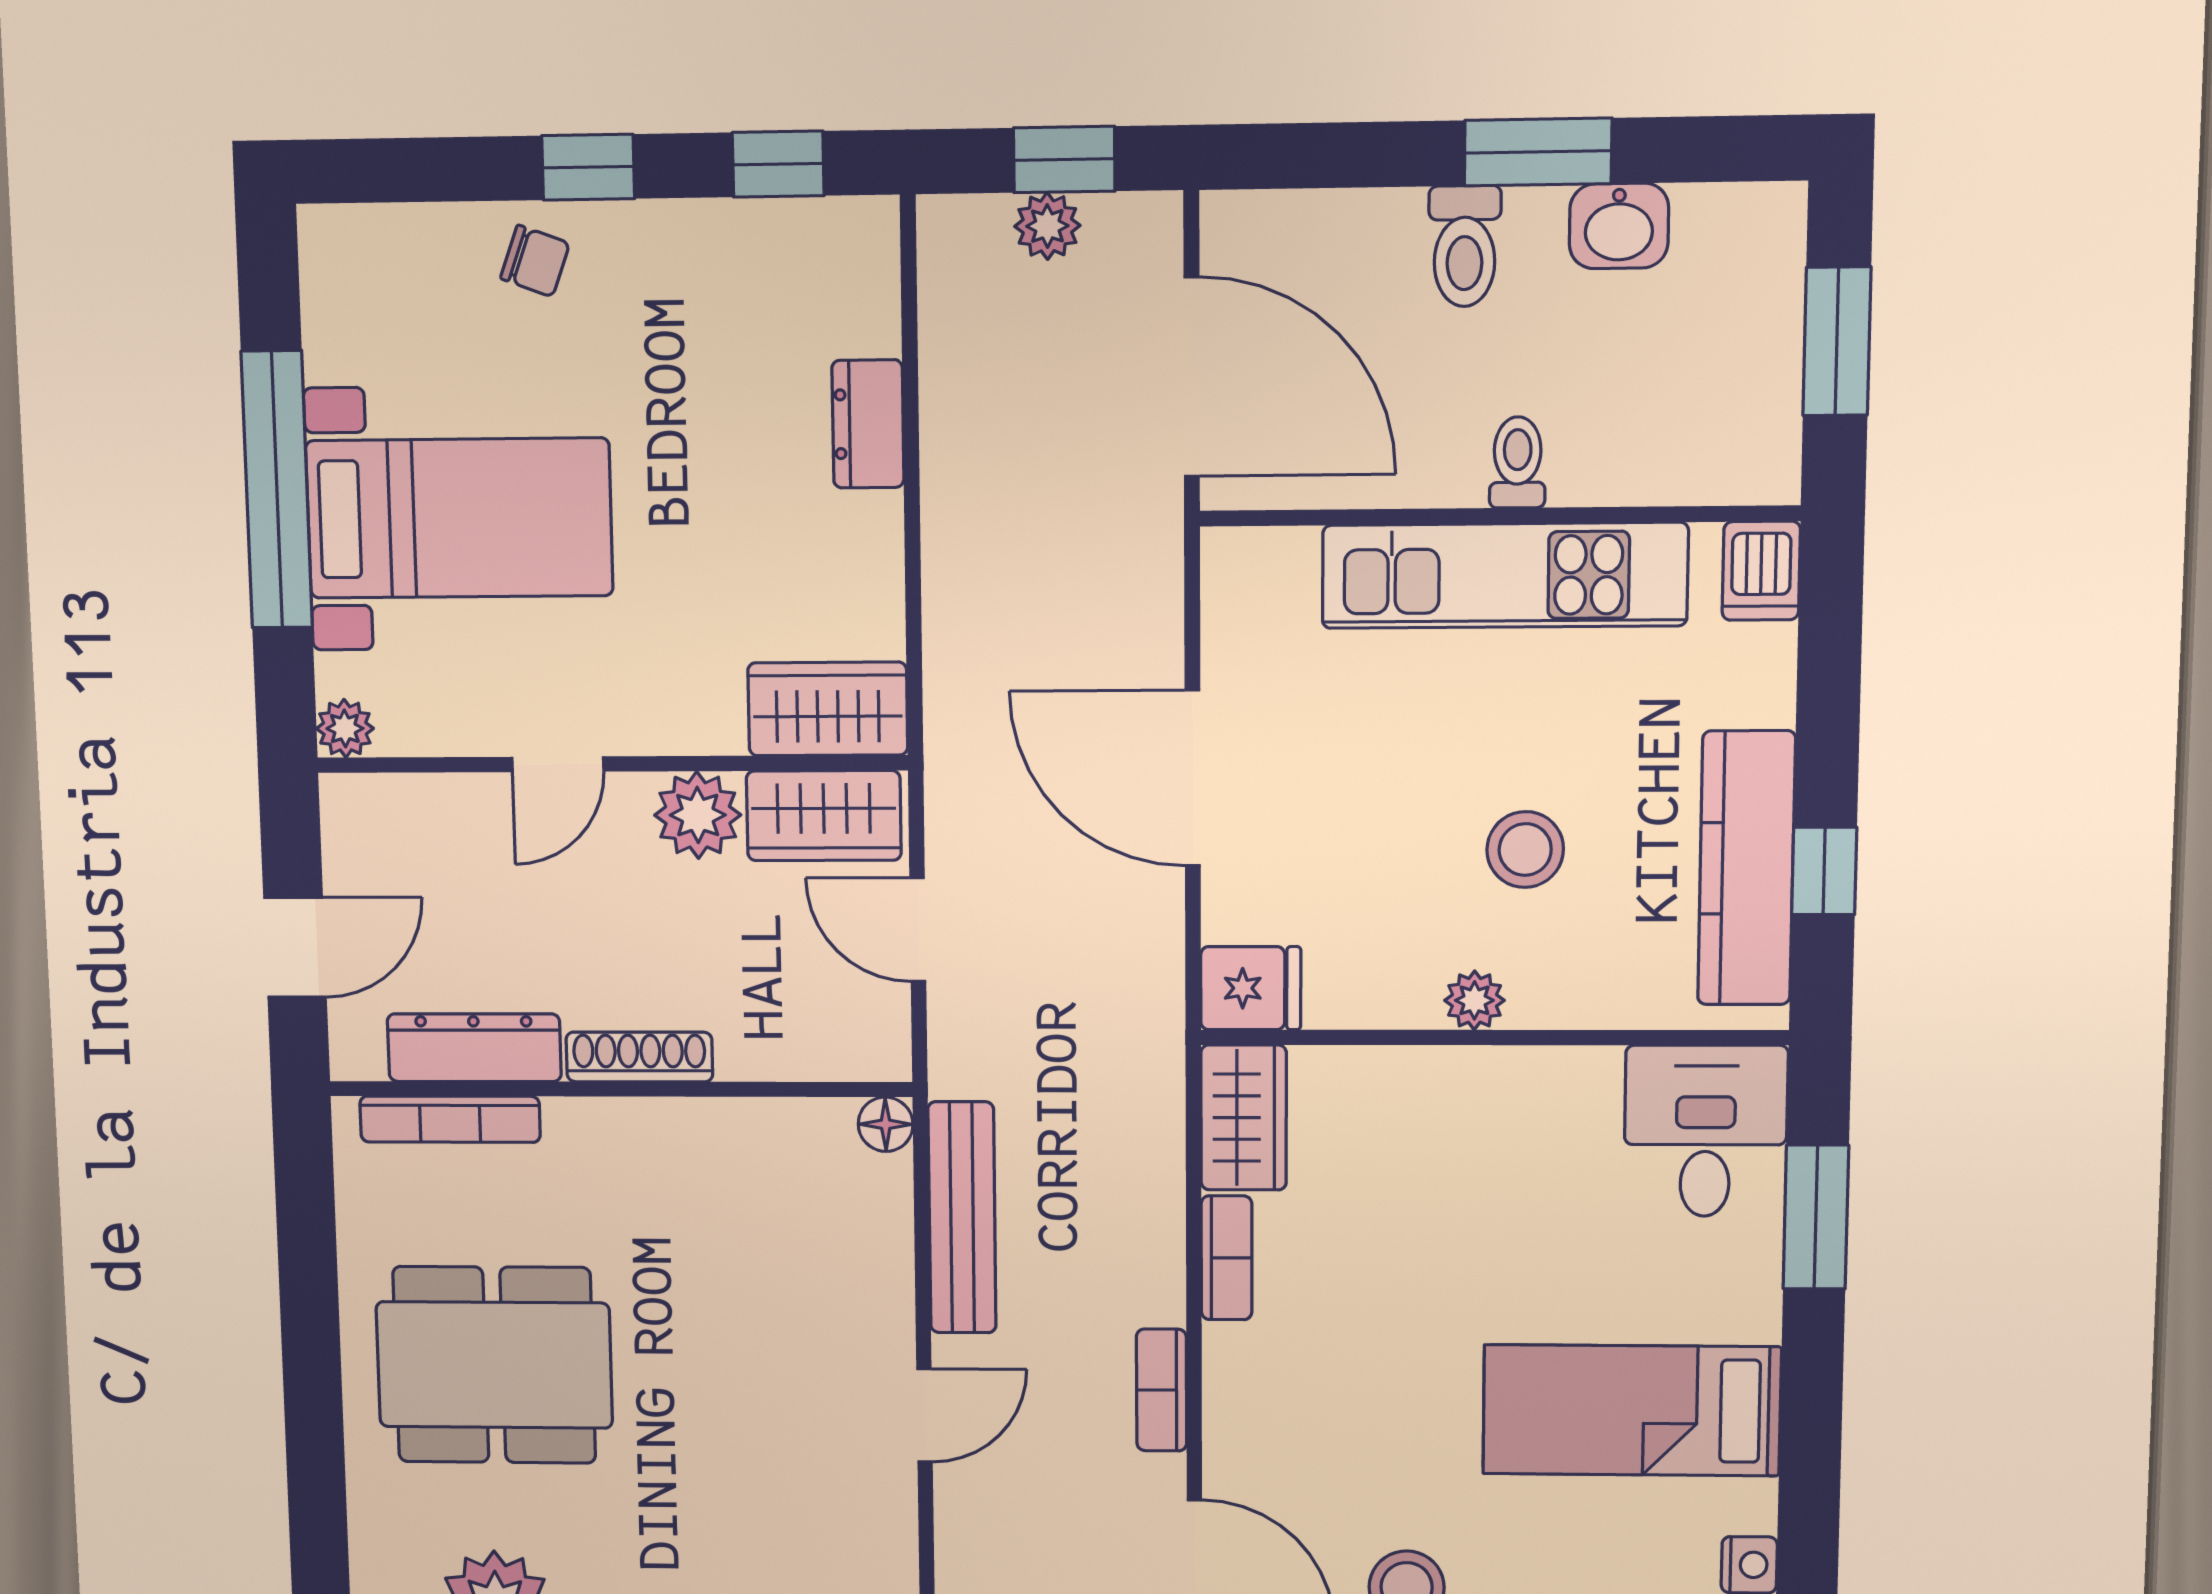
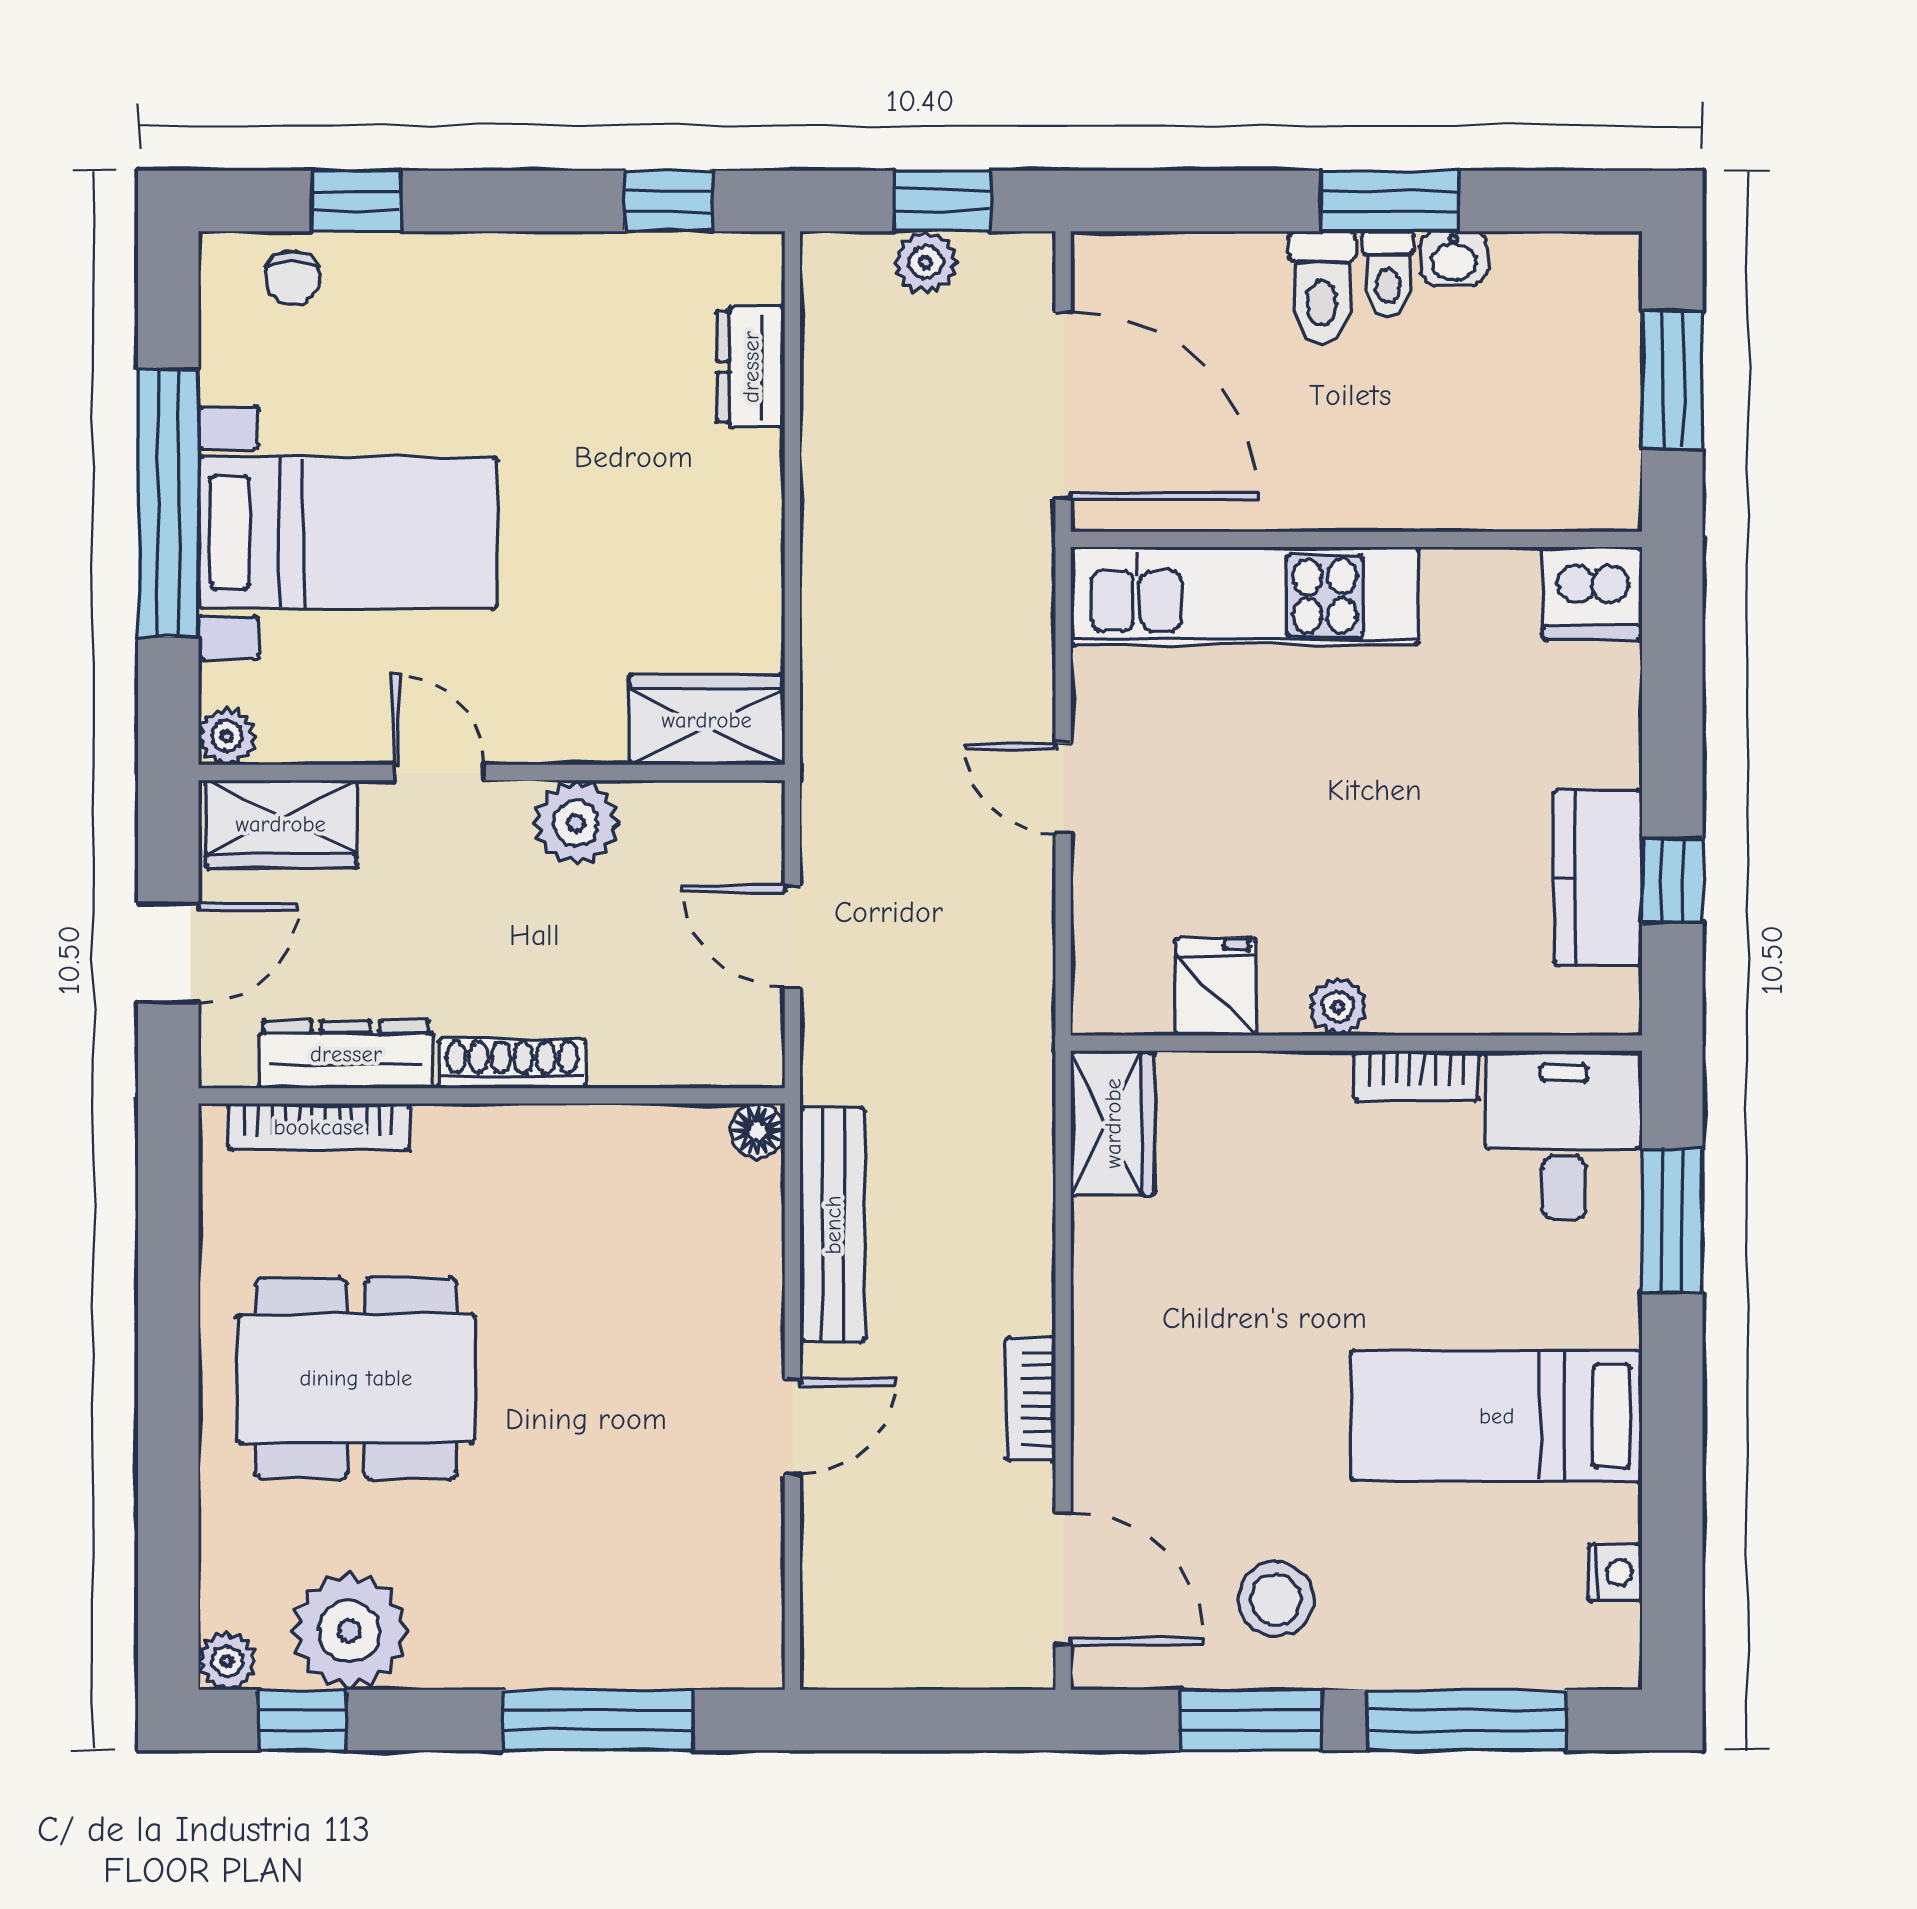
window: (588, 167) -> (356, 201), moved
washbasin: (1619, 226) -> (1454, 258), width x0.72, depth x0.69
chair: (535, 261) -> (292, 278), moved, turned 70
dresser: (868, 424) -> (751, 367), moved
toilet: (1518, 462) -> (1388, 274), moved, turned 180
dishwasher: (1761, 571) -> (1592, 593), width x1.38
kitchen unit: (1505, 575) -> (1245, 596), moved
door: (558, 764) -> (439, 772), swing flipped
door: (1193, 778) -> (1063, 789), width x0.53
wardrobe: (824, 816) -> (281, 824), moved
stool: (1525, 850) -> (1385, 859), removed
kitchen counter: (1746, 868) -> (1598, 878), width x0.67
fridge: (1251, 988) -> (1215, 987), moved, turned -90
bookcase: (1227, 1258) -> (1417, 1076), moved, turned 90

